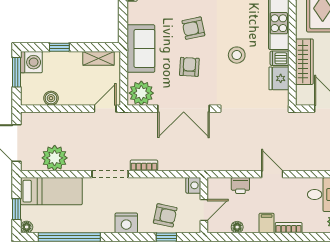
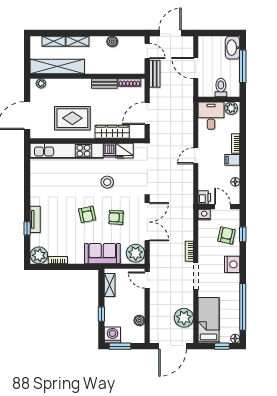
printer: (240, 186) -> (204, 197), moved

